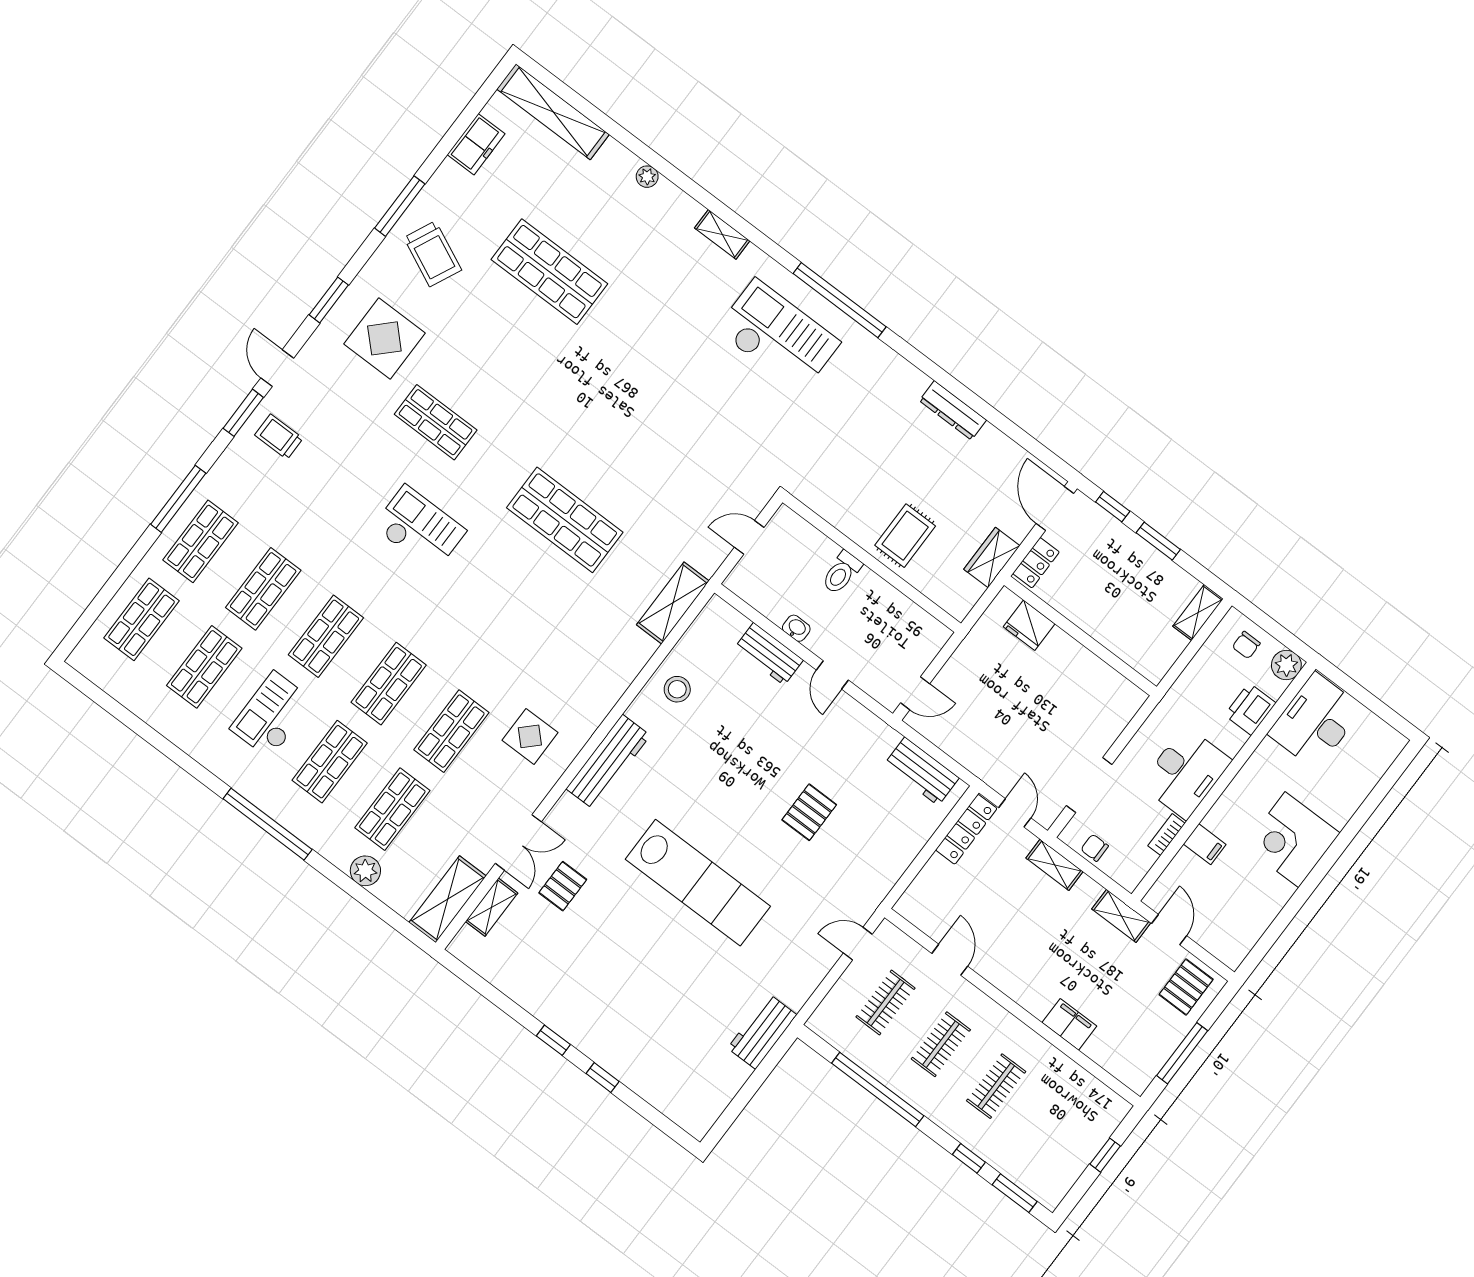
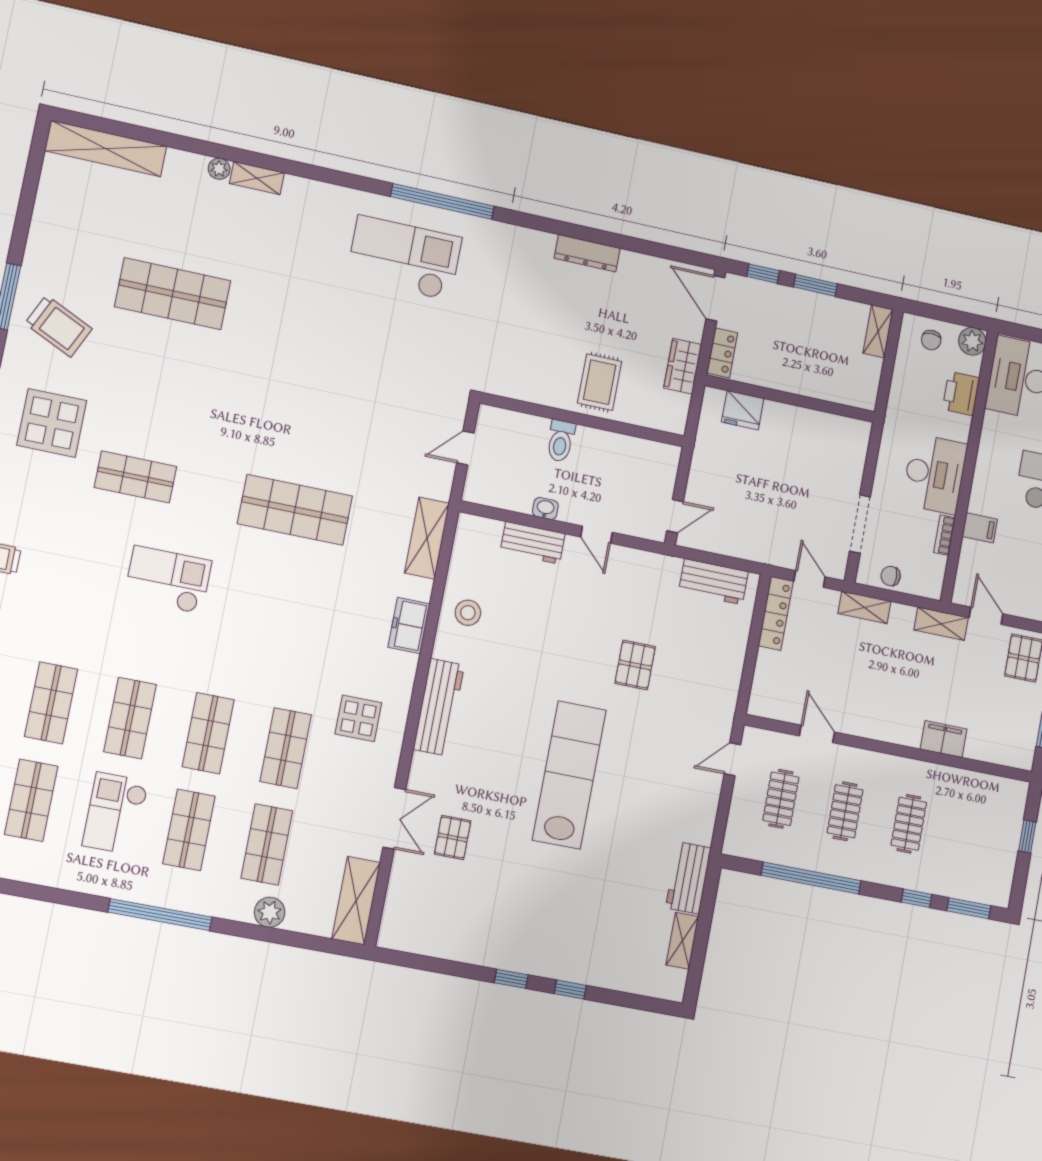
freezer: (476, 144) -> (409, 626), moved, turned 180
shelving: (722, 234) -> (257, 178), moved
lab bench: (698, 883) -> (569, 775), turned -90
shelving: (492, 907) -> (682, 941), moved

